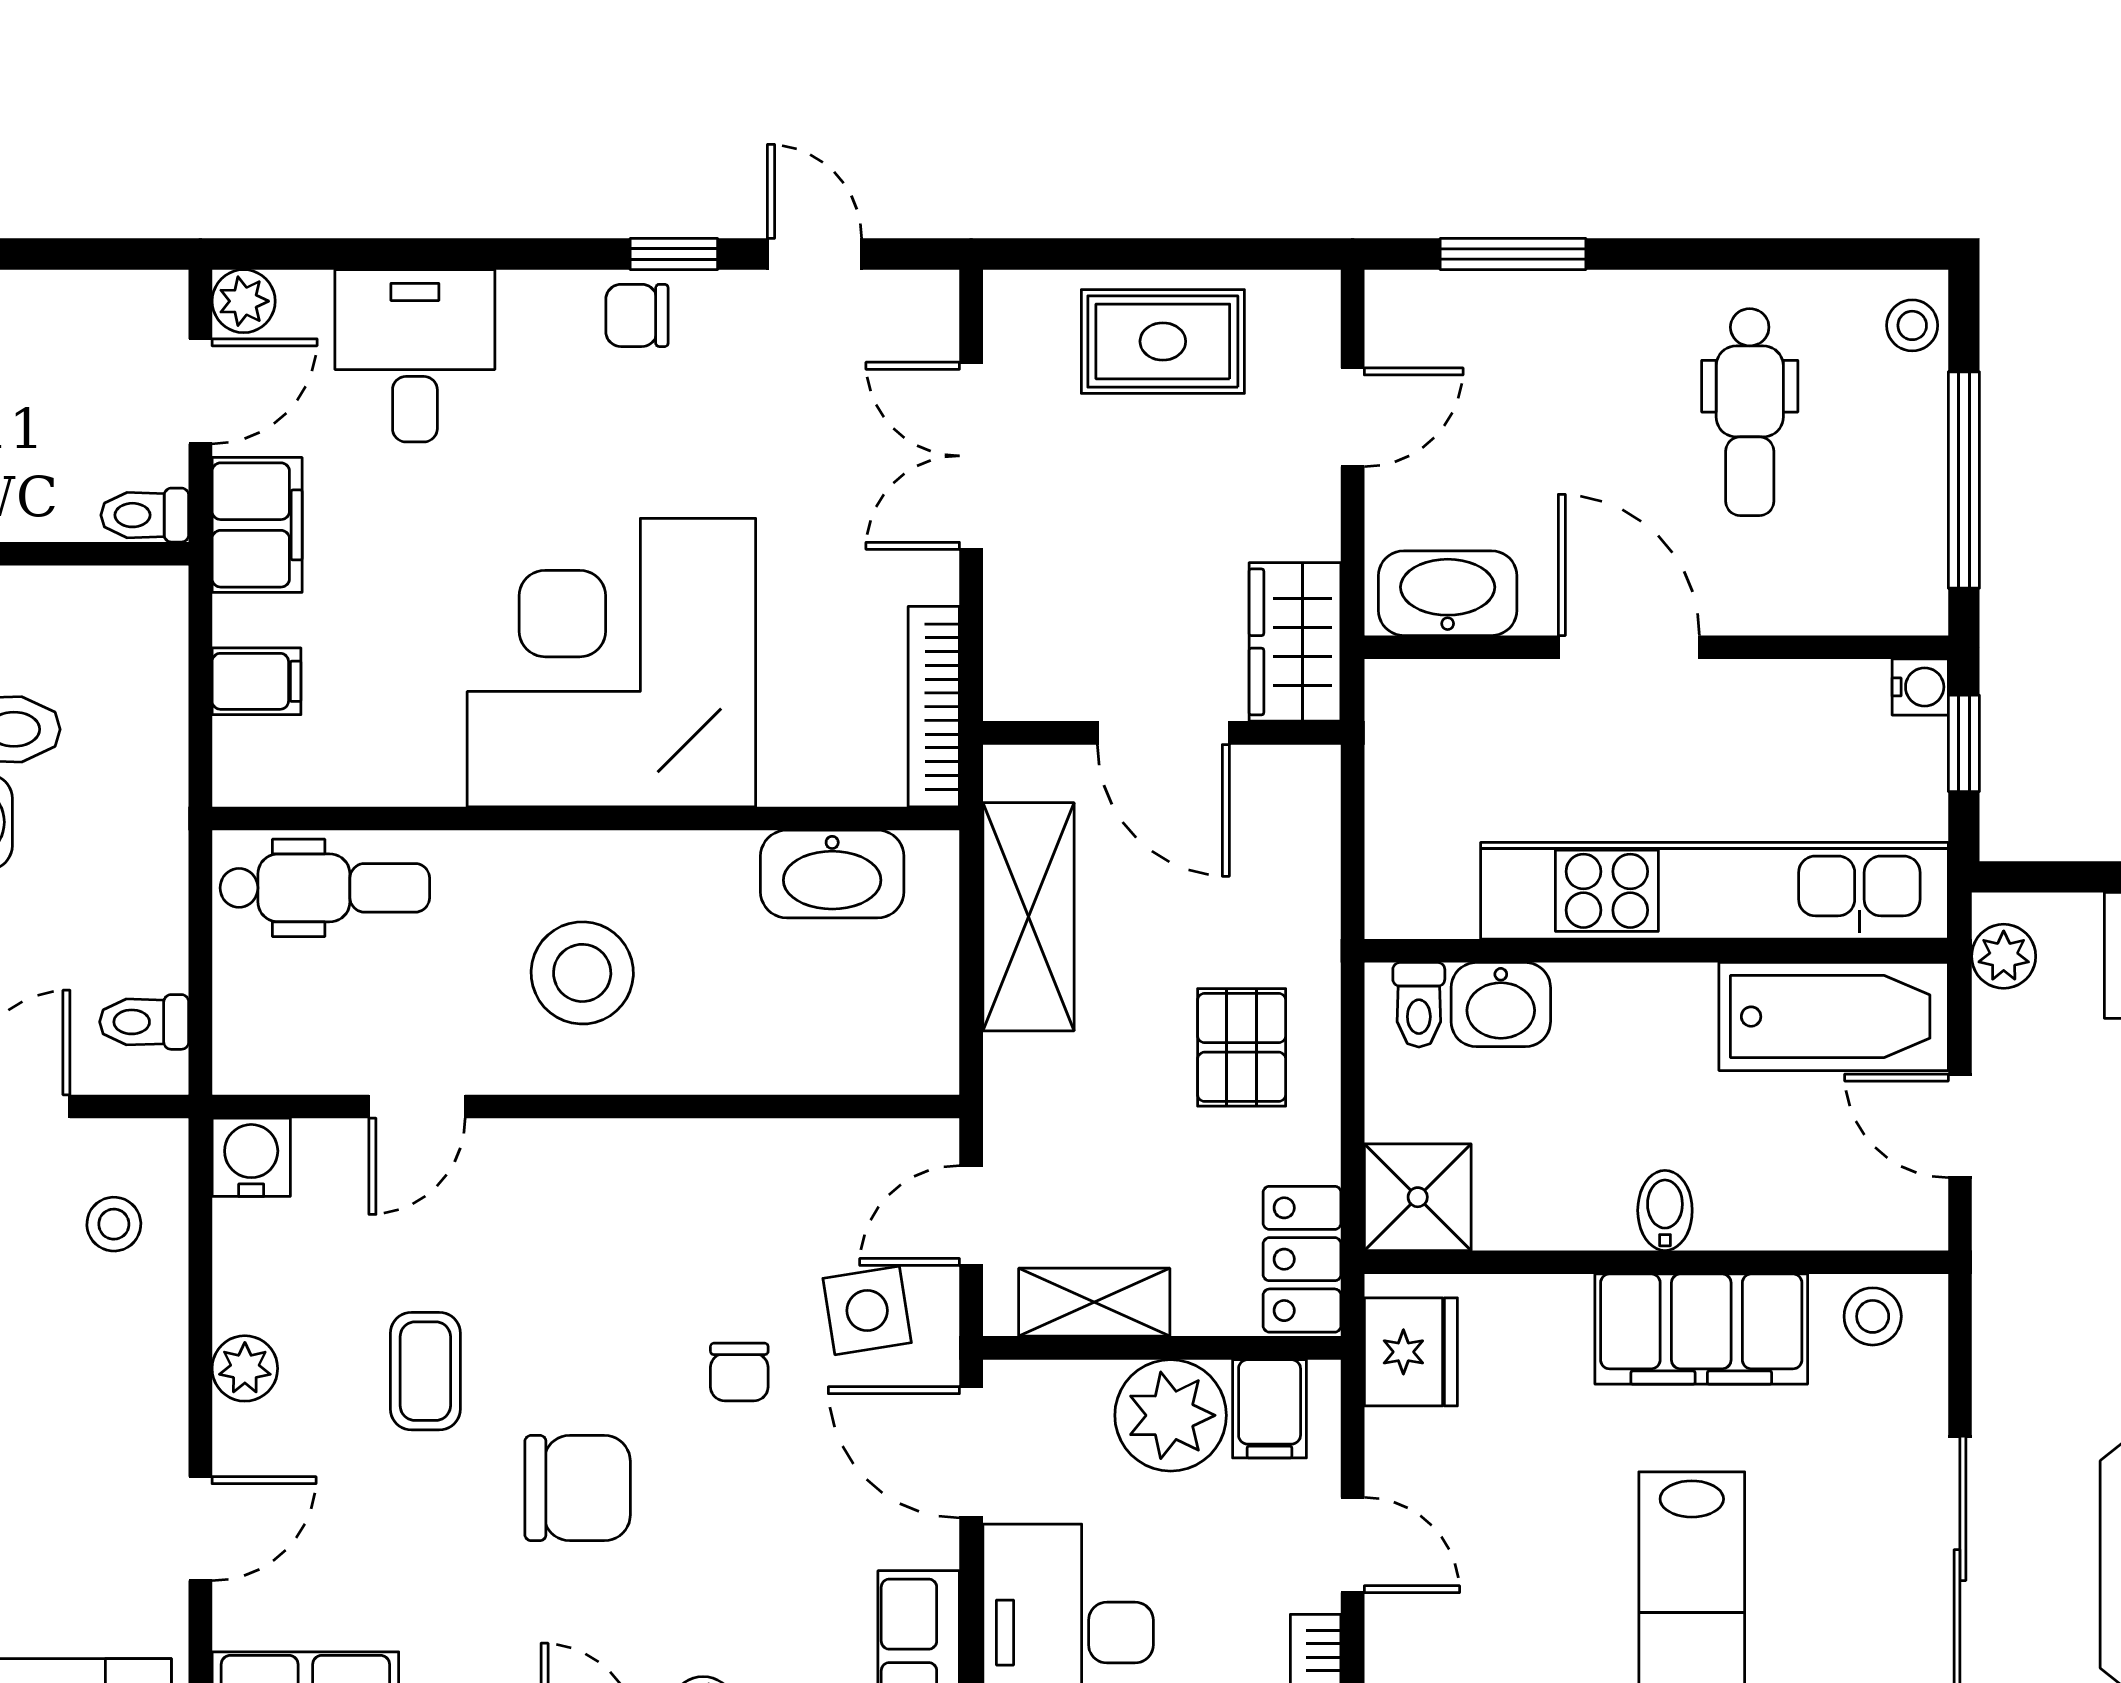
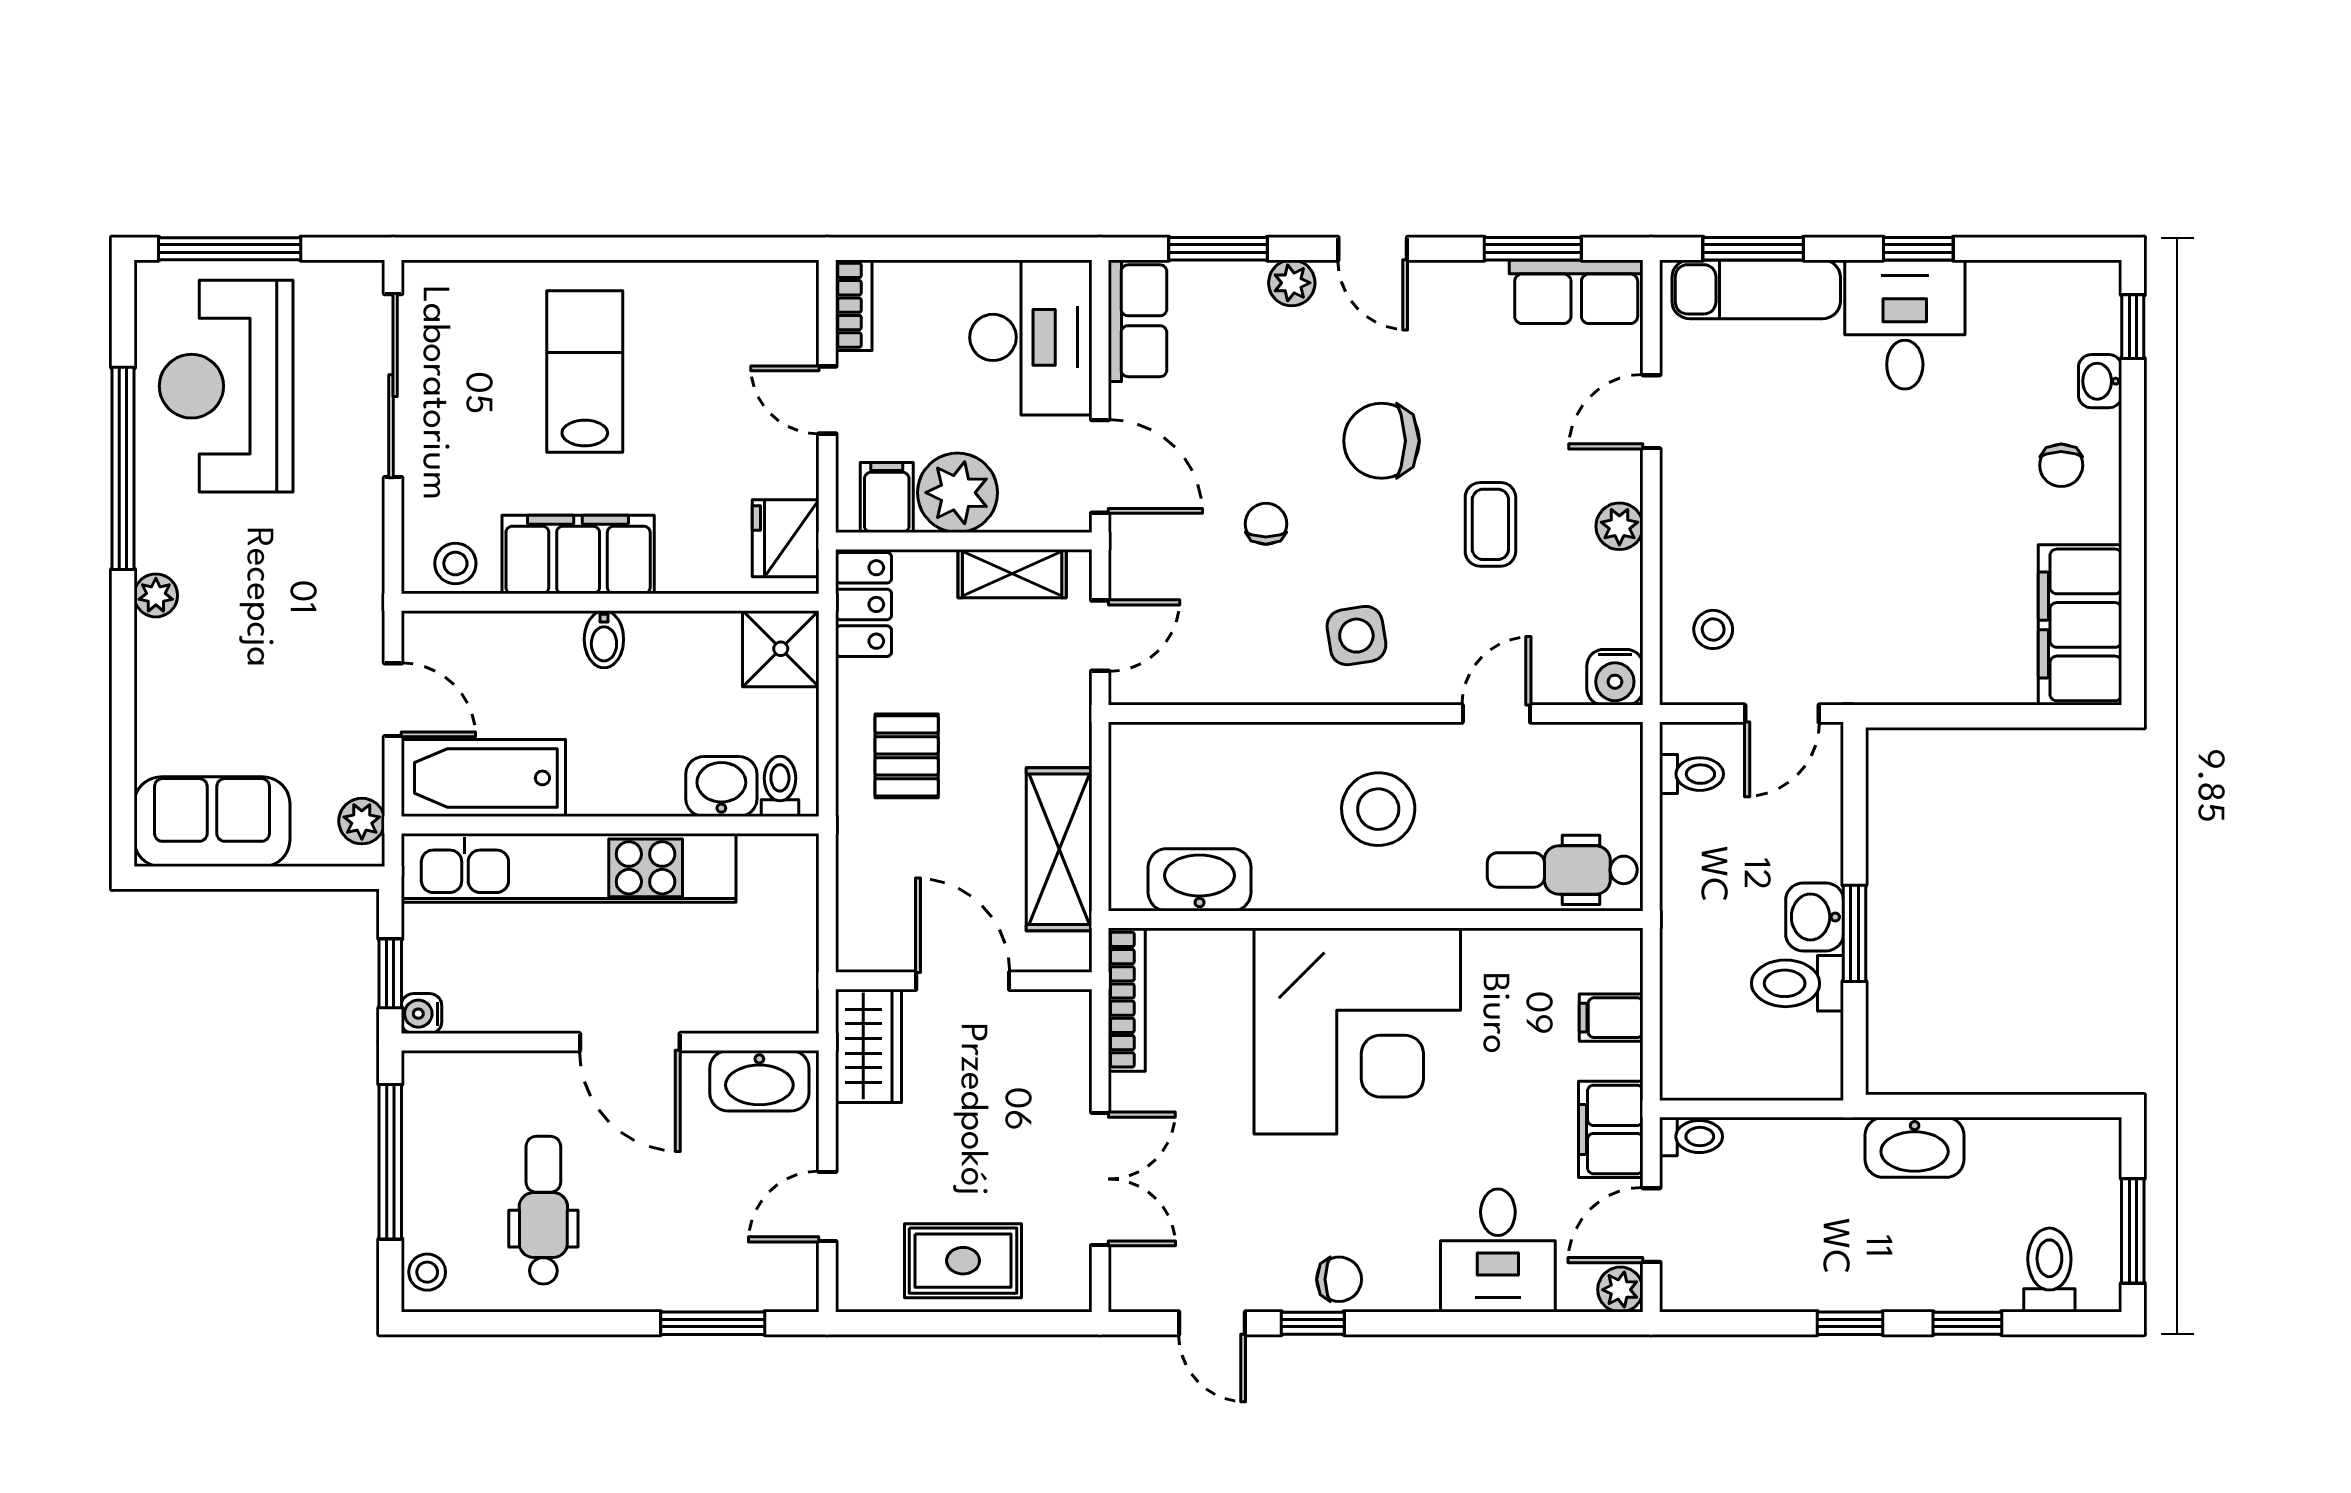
side table: (867, 1311) -> (1356, 636), moved

